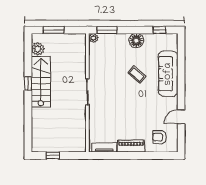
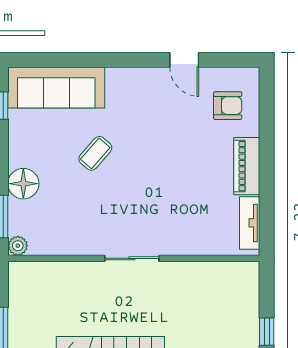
floor lamp: (136, 41) -> (23, 184), moved
sofa: (168, 74) -> (56, 88), moved
armchair: (160, 137) -> (228, 106), turned -90

